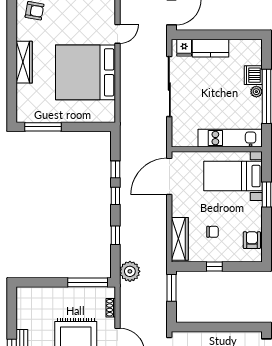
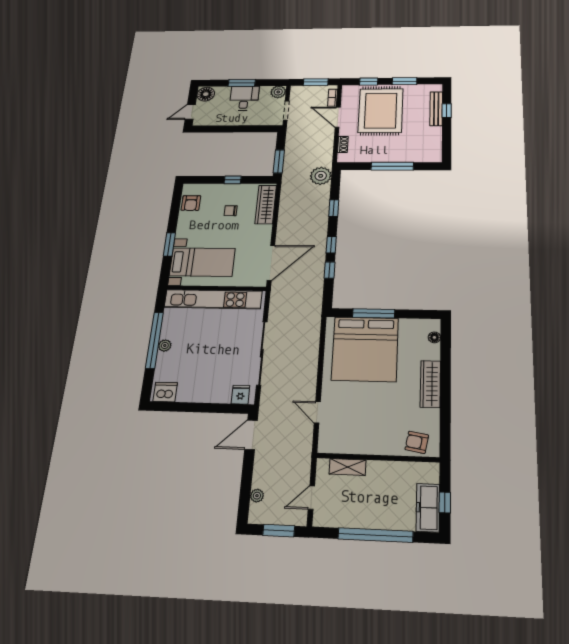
door: (117, 34) -> (317, 412), hinge flipped
kitchen counter: (211, 48) -> (210, 393), removed
bed: (85, 72) -> (365, 349), moved, turned 90
dishwasher: (253, 75) -> (165, 392), moved, turned -90
floor lamp: (21, 105) -> (434, 337), added
window: (43, 127) -> (374, 313), moved
kitchen unit: (230, 138) -> (213, 299), width x1.36
window: (88, 282) -> (392, 166), moved

